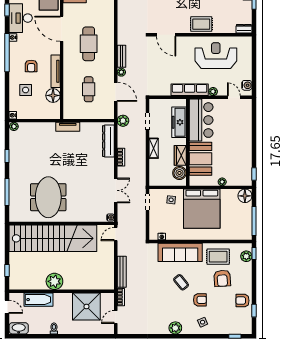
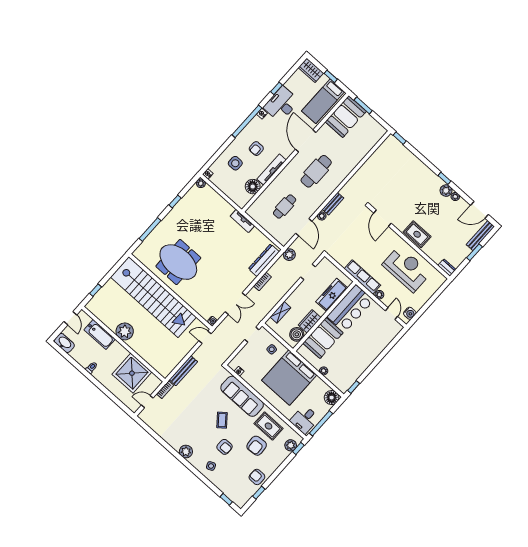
shelving: (154, 148) -> (280, 312), moved
meeting table: (48, 197) -> (178, 262), turned 90
desk: (240, 229) -> (305, 419), added

